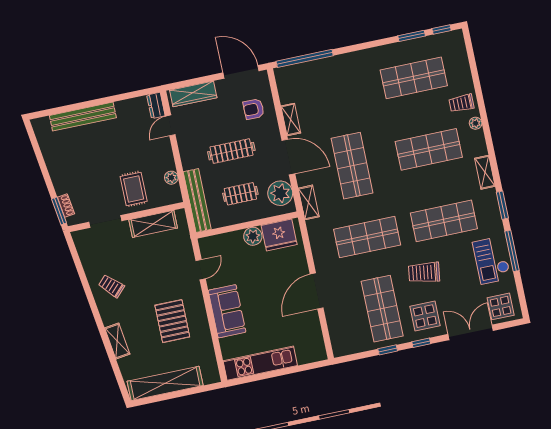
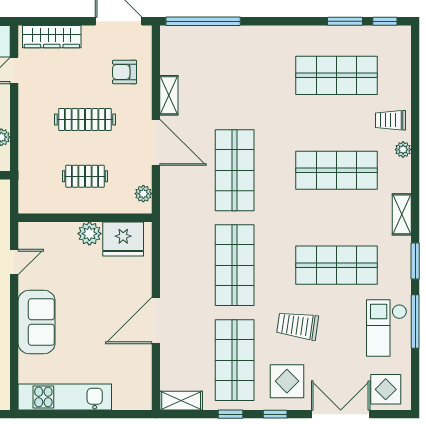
plant: (280, 193) -> (143, 194), width x0.53, depth x0.53
bench: (197, 201) -> (28, 173), removed
shelving: (309, 202) -> (181, 401), moved, turned 90
shop shelf: (367, 237) -> (235, 265), turned 90

